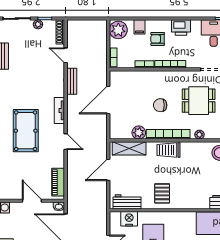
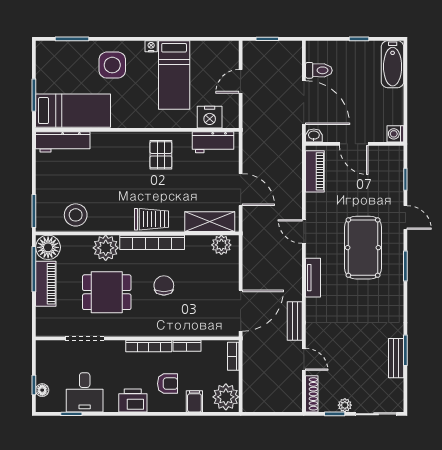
door: (108, 100) -> (241, 311), moved
chair: (160, 105) -> (164, 285), turned -90
plant: (139, 133) -> (221, 245), moved
plant: (199, 135) -> (106, 248), width x1.88, depth x1.88
door: (108, 170) -> (241, 190), hinge flipped

